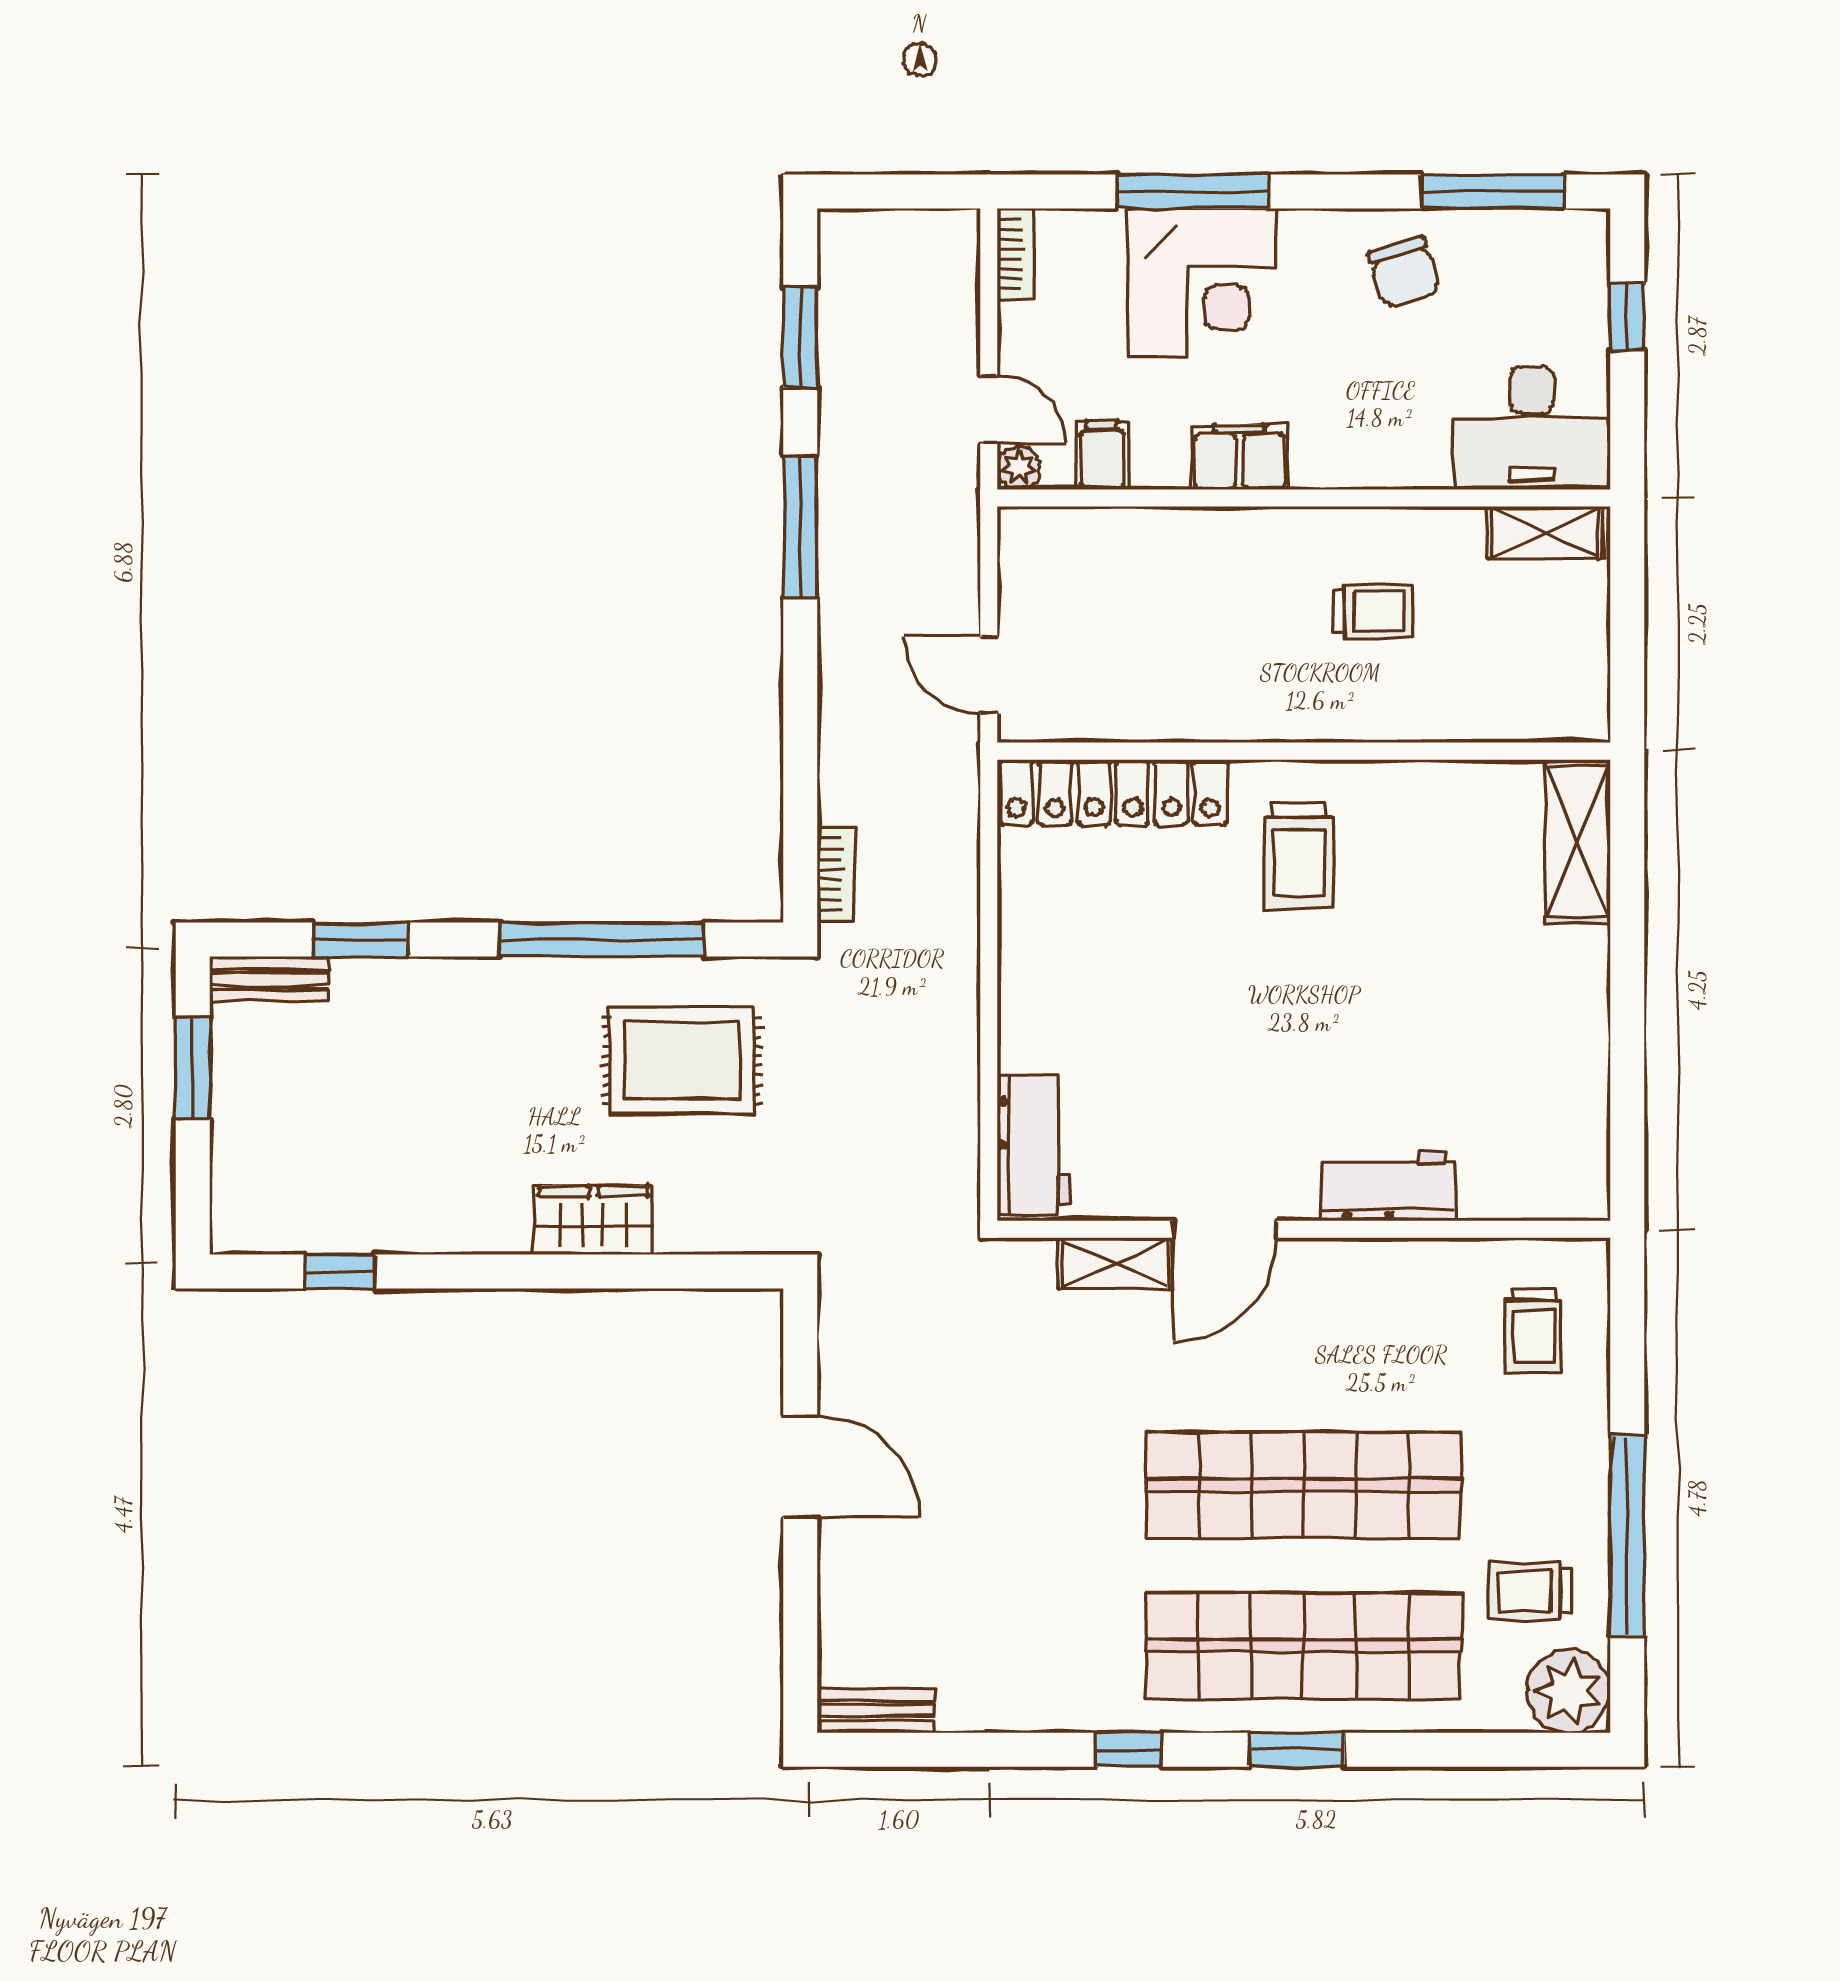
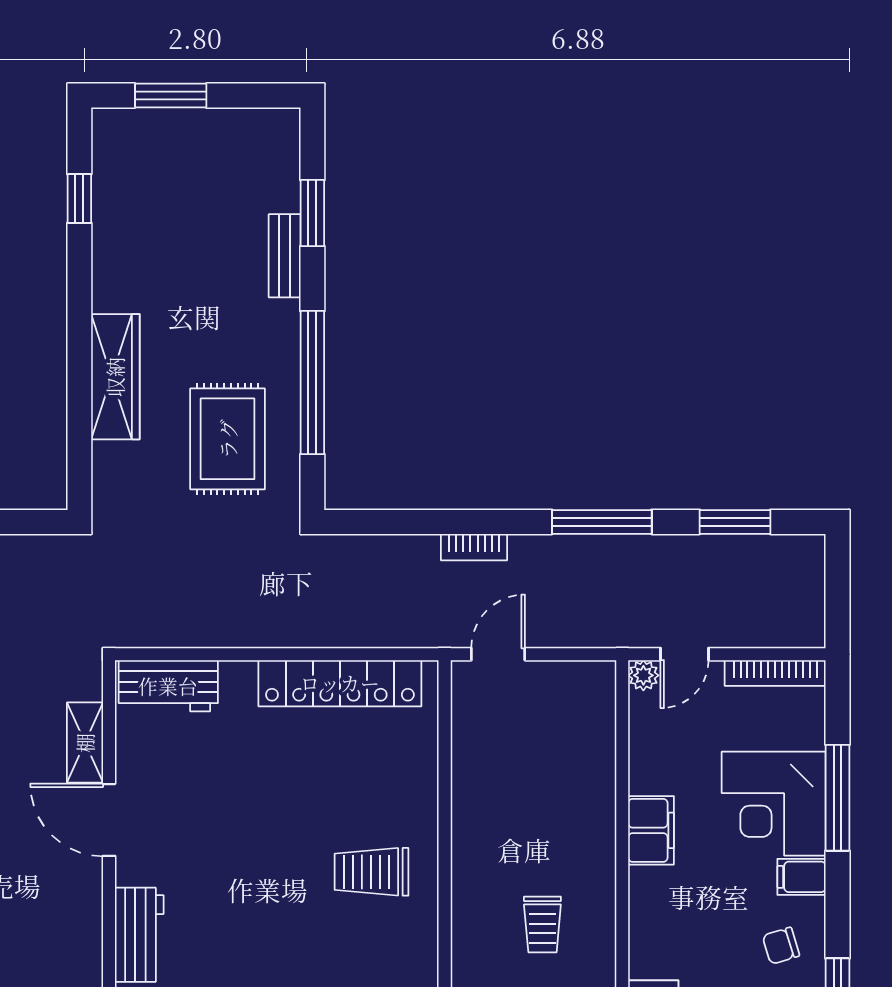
bookcase: (1016, 254) -> (775, 673), width x1.56
chair: (1404, 272) -> (781, 946), width x0.73, depth x0.73
filing cabinet: (1102, 455) -> (802, 877), moved, turned 180
locker: (1113, 792) -> (340, 683), moved, turned -90
bookcase: (836, 874) -> (474, 547), moved
bench: (269, 979) -> (285, 256), moved
window: (193, 1068) -> (171, 95), moved
wardrobe: (593, 1220) -> (115, 377), width x1.50

